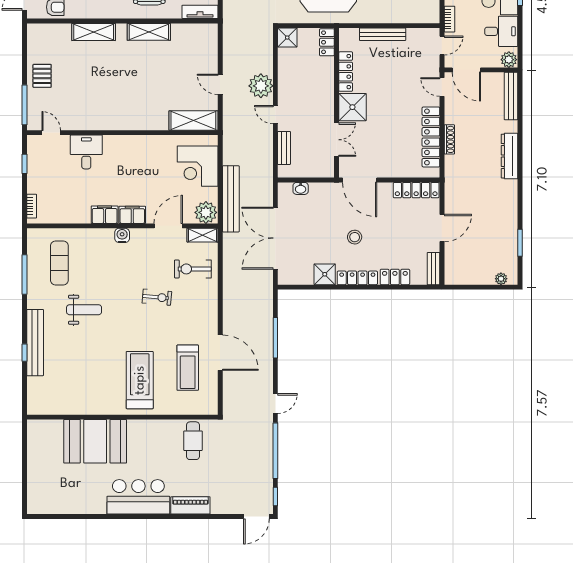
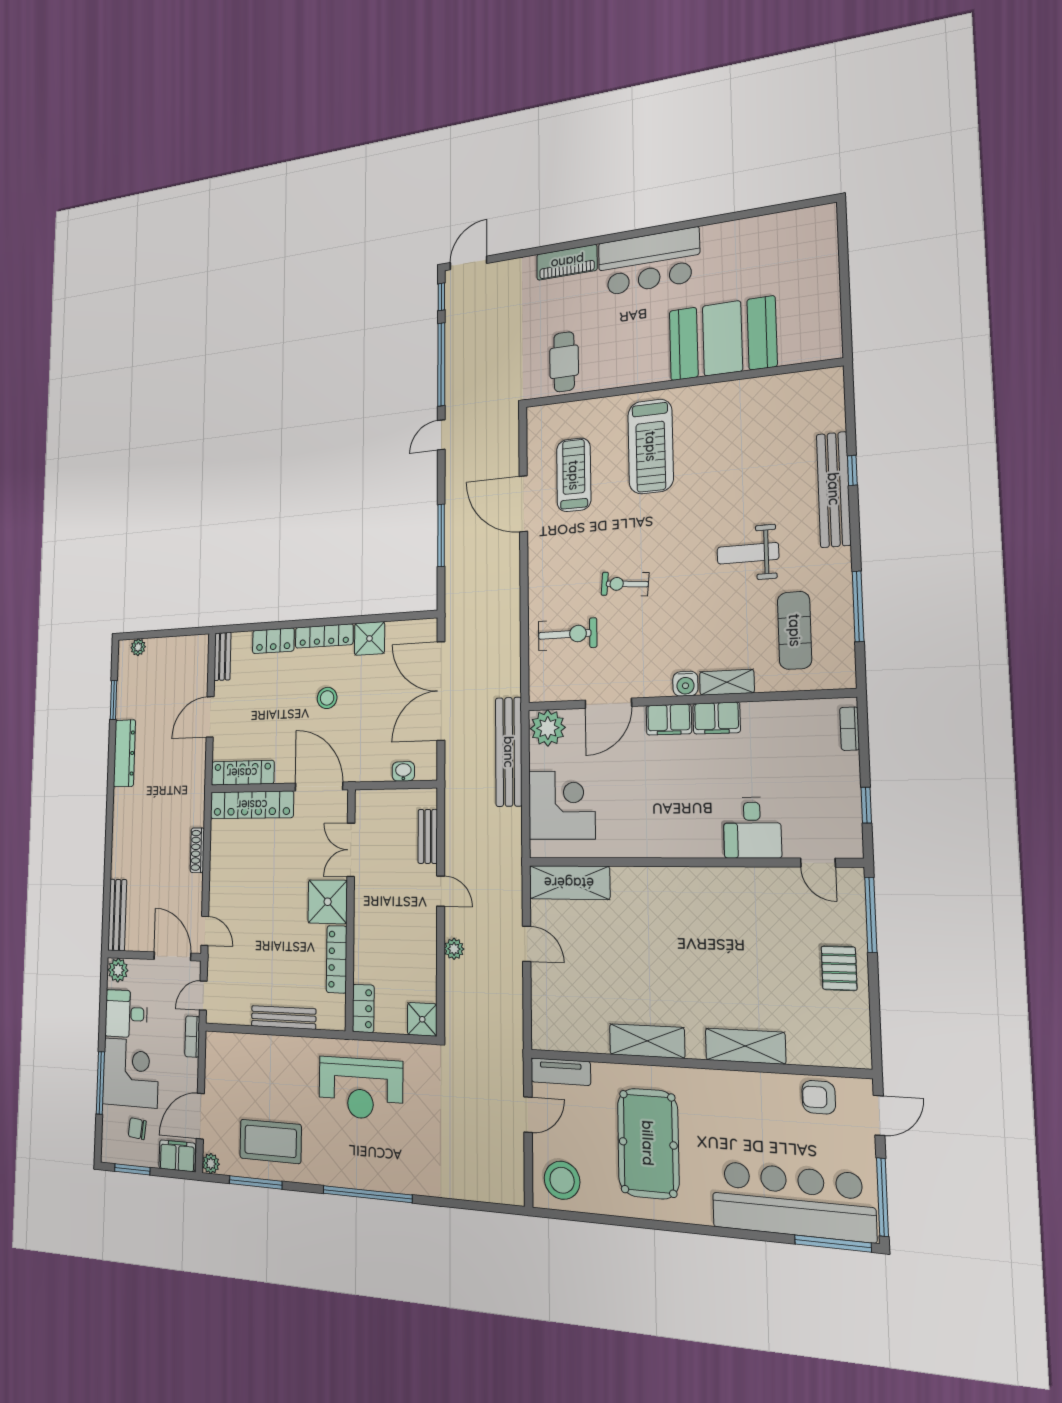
plant: (261, 86) -> (454, 949), width x0.53, depth x0.53
locker: (431, 137) -> (252, 805), moved, turned 90
dresser: (510, 156) -> (124, 753), moved
shelving: (203, 235) -> (727, 682), moved
double door: (275, 238) -> (441, 691), swing flipped

